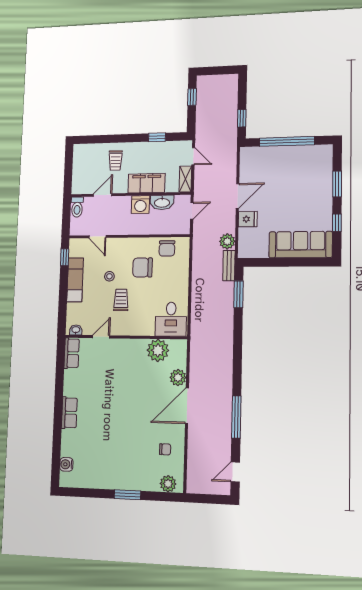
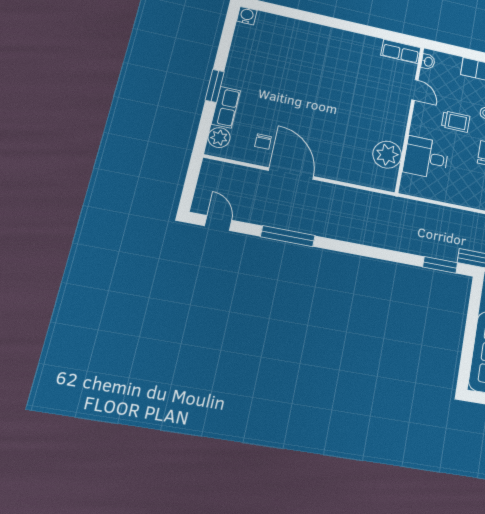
desk: (171, 319) -> (426, 158), moved
plant: (178, 378) -> (350, 173), removed
door: (187, 406) -> (291, 174), moved
row of seats: (69, 413) -> (226, 107), moved, turned -90
water cooler: (66, 464) -> (247, 16), moved

